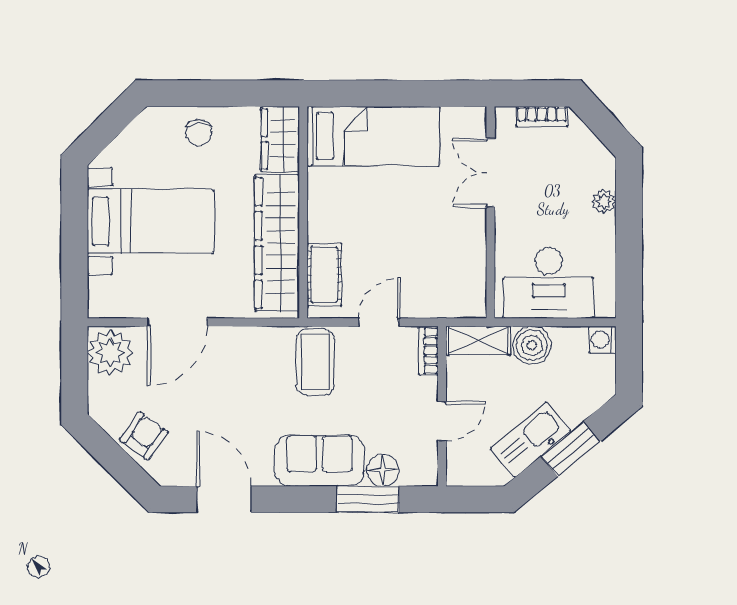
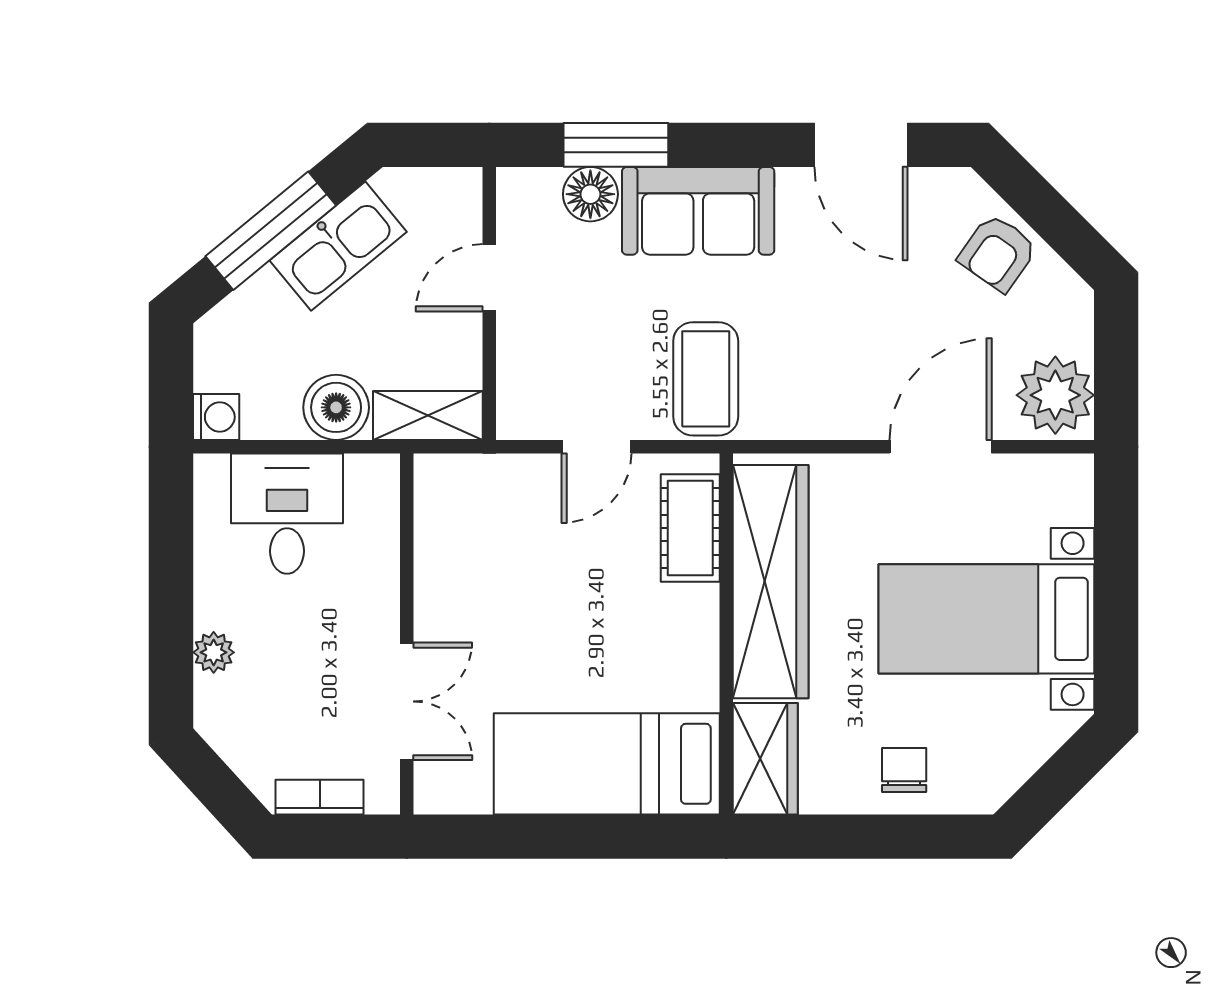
desk: (549, 283) -> (287, 514), width x0.73
bookcase: (428, 351) -> (513, 398), removed
window: (570, 449) -> (271, 231), width x1.44

